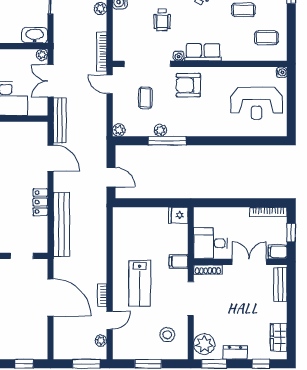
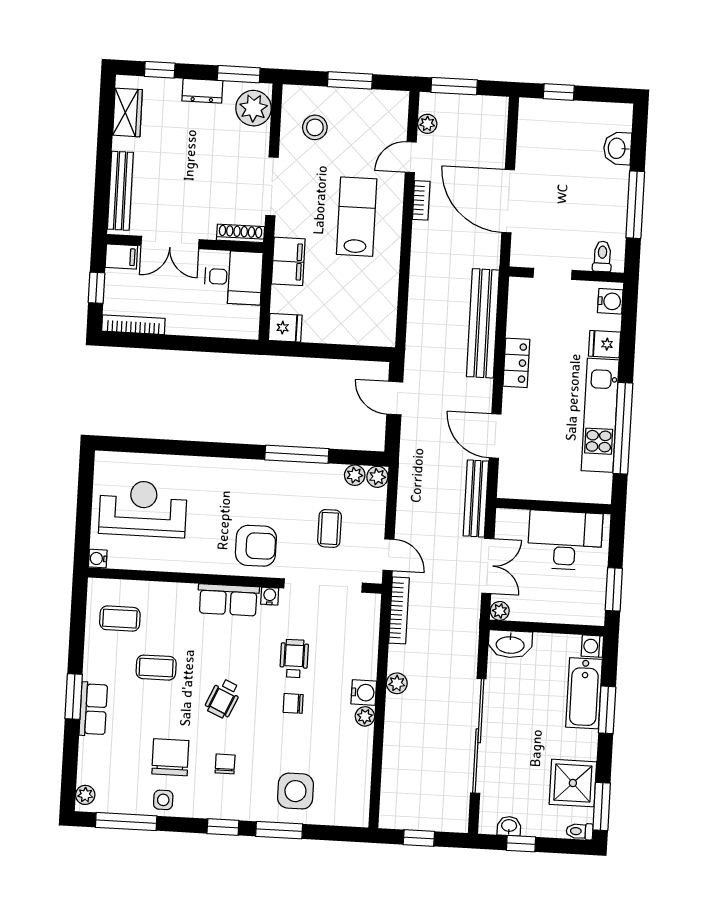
plant: (160, 130) -> (355, 475), moved
filing cabinet: (179, 261) -> (288, 261), width x2.00
bench: (280, 285) -> (120, 191), width x1.36

